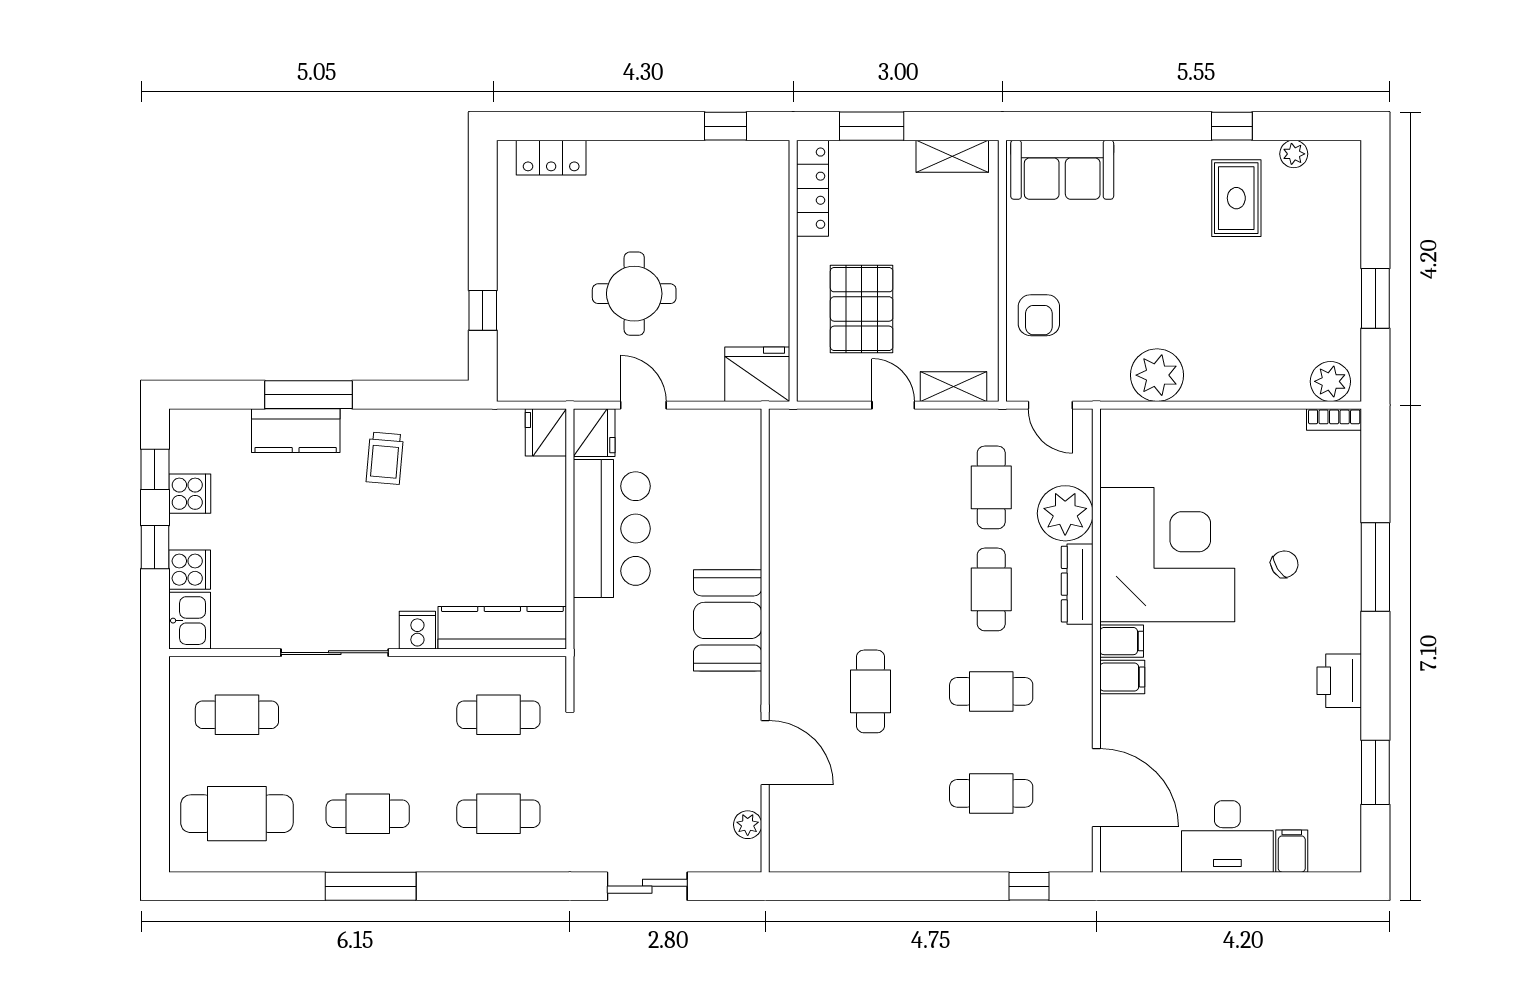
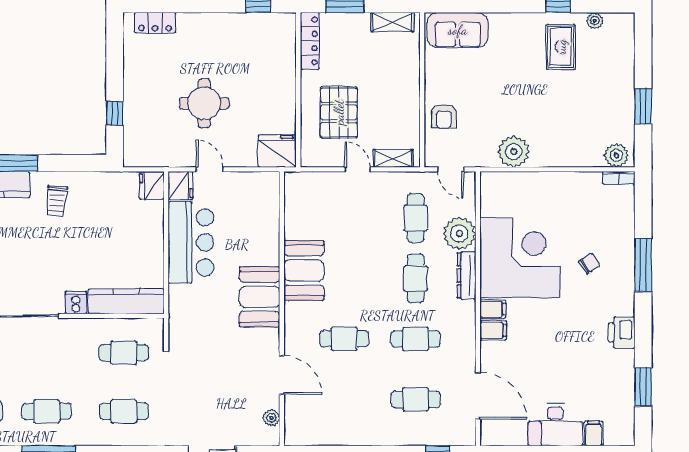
booth: (803, 576) -> (304, 270), added
cafe table: (871, 691) -> (344, 339), turned 90

